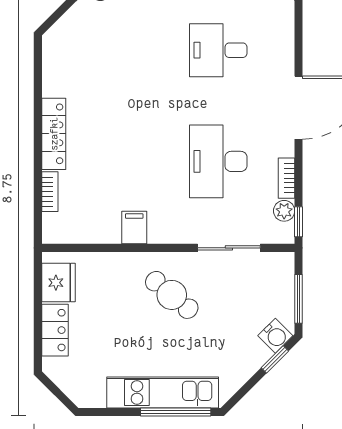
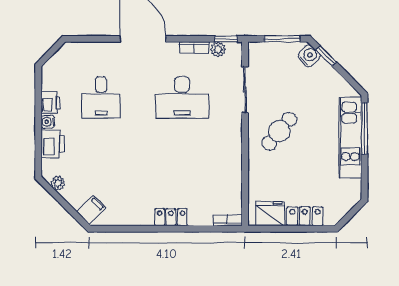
locker: (54, 134) -> (171, 217), width x0.66
bookcase: (50, 192) -> (228, 220), moved
filing cabinet: (134, 227) -> (91, 210), moved, turned 135

